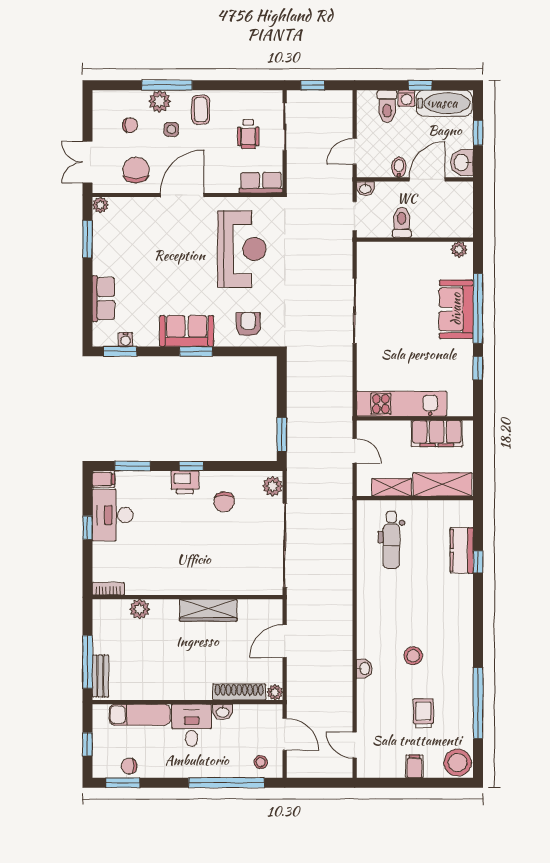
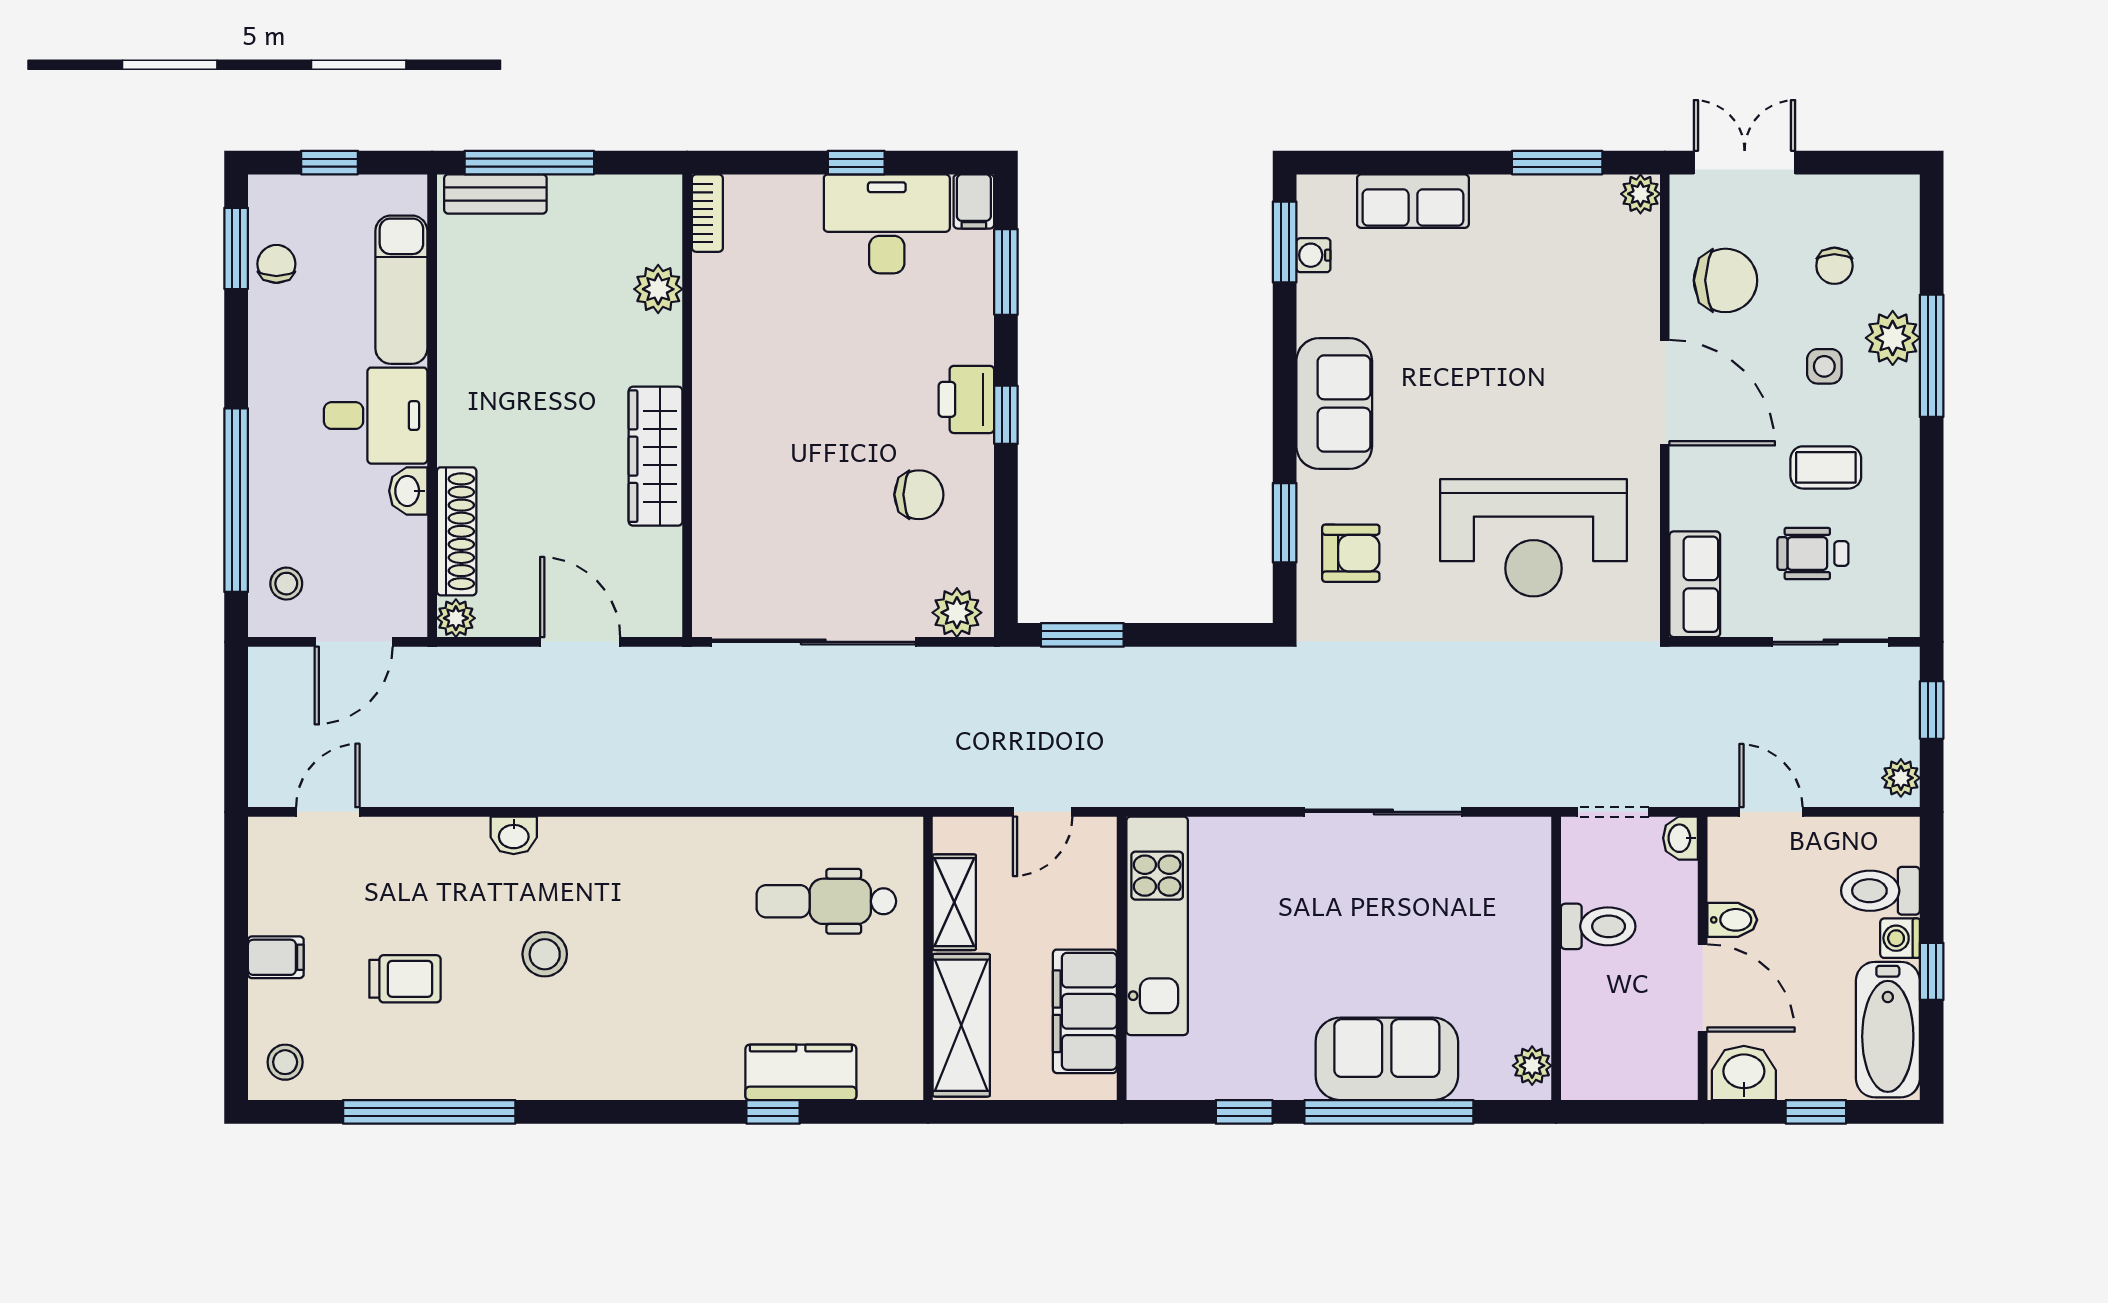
plant: (341, 98) -> (1901, 778), added
coffee table: (201, 110) -> (1826, 467), moved
window: (196, 351) -> (1285, 523), moved
chair: (224, 502) -> (919, 495), turned 180
stool: (458, 763) -> (285, 1062), width x0.53, depth x0.53

